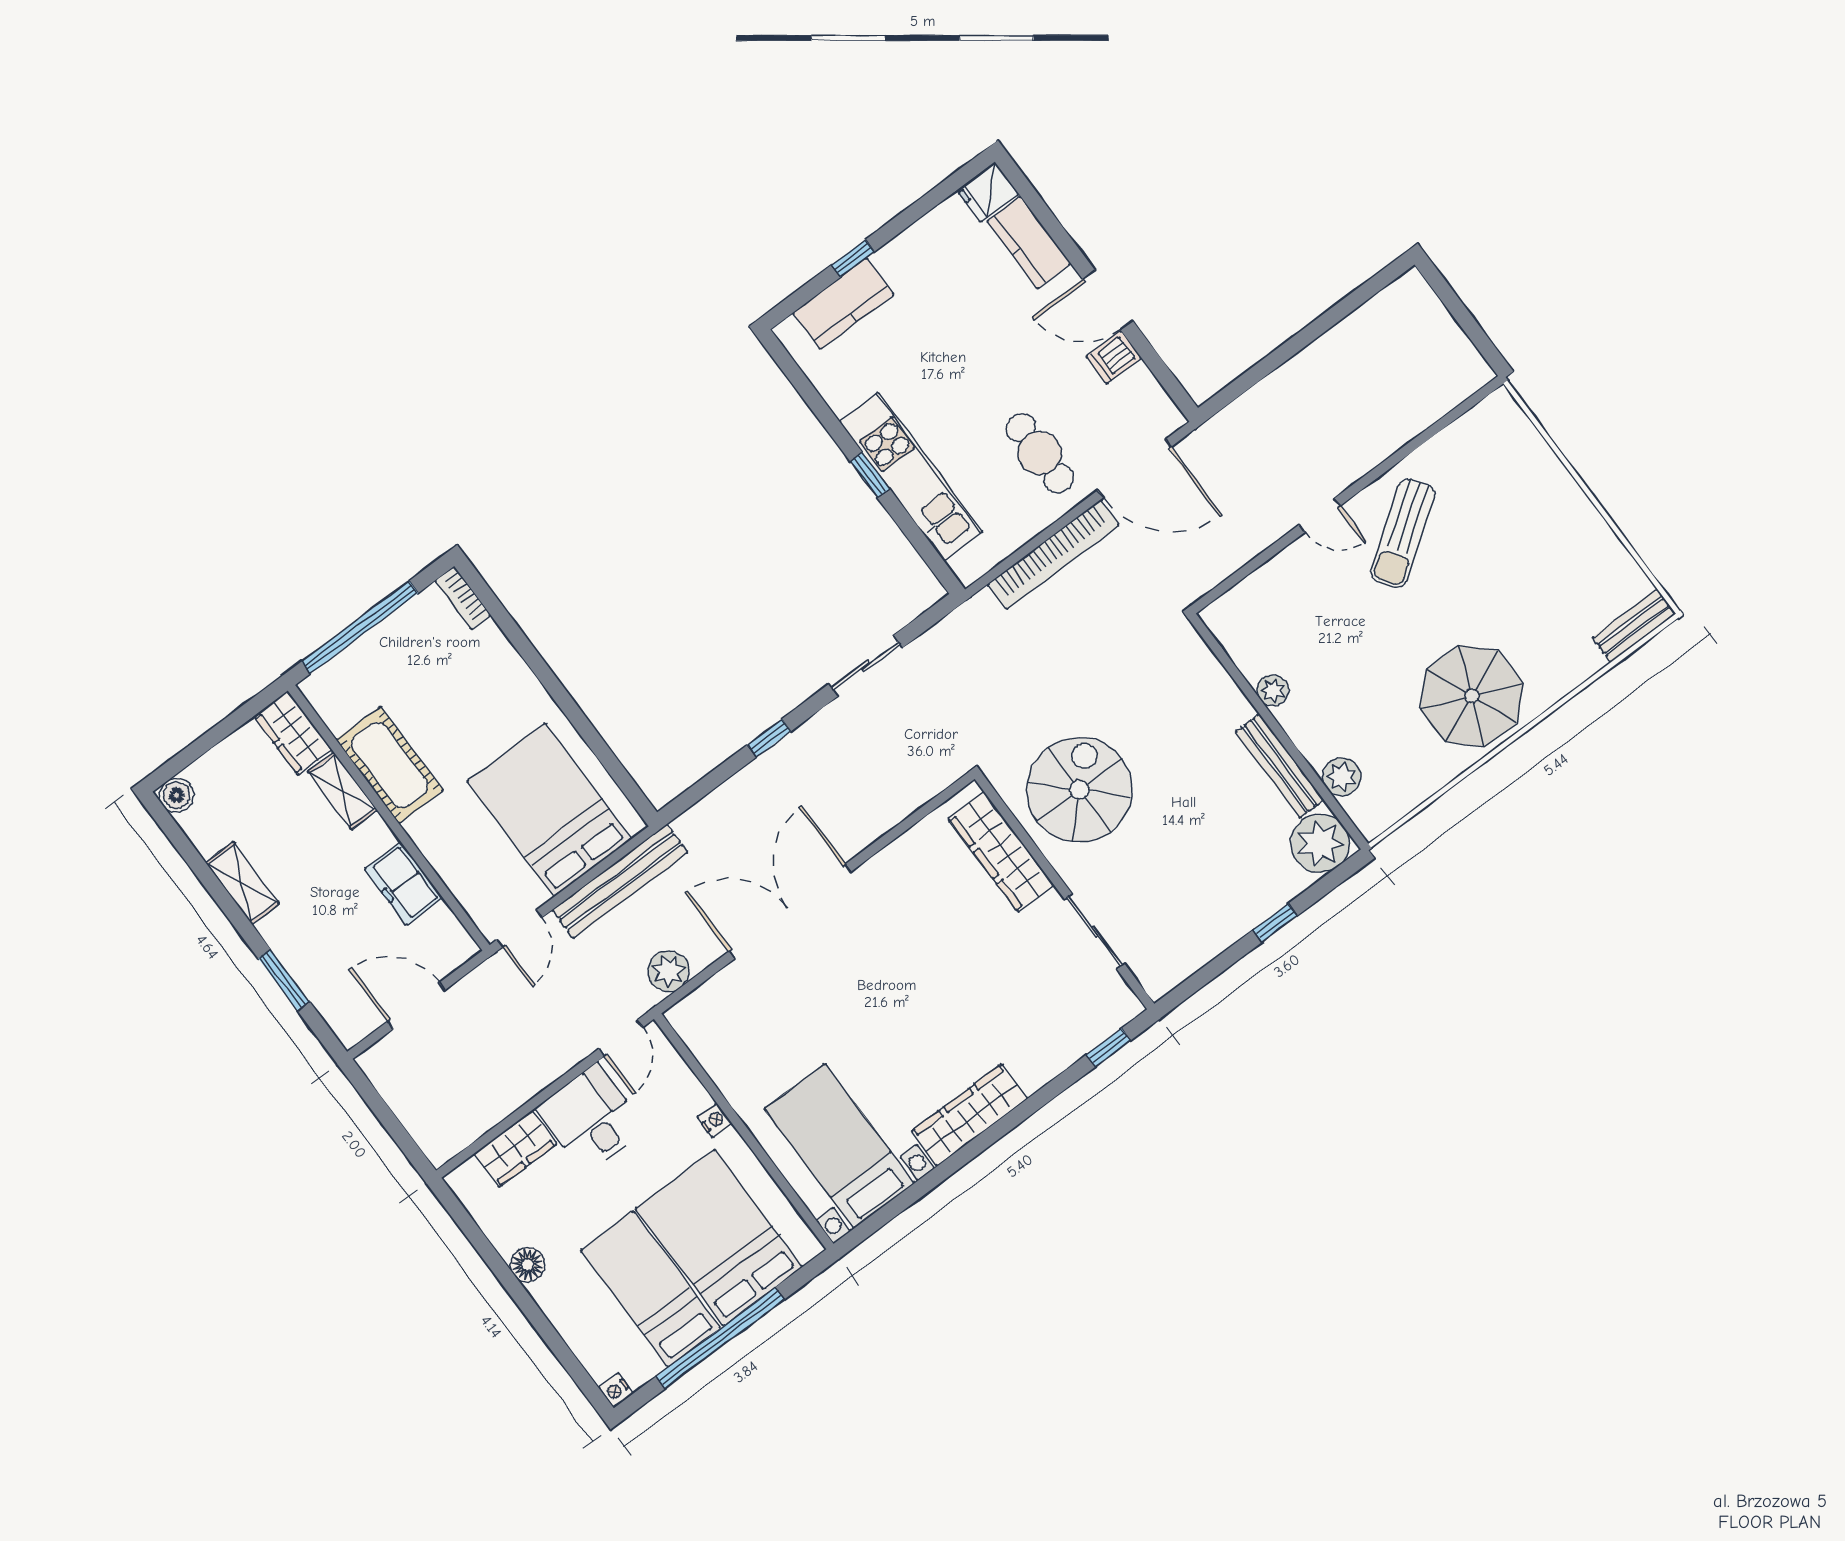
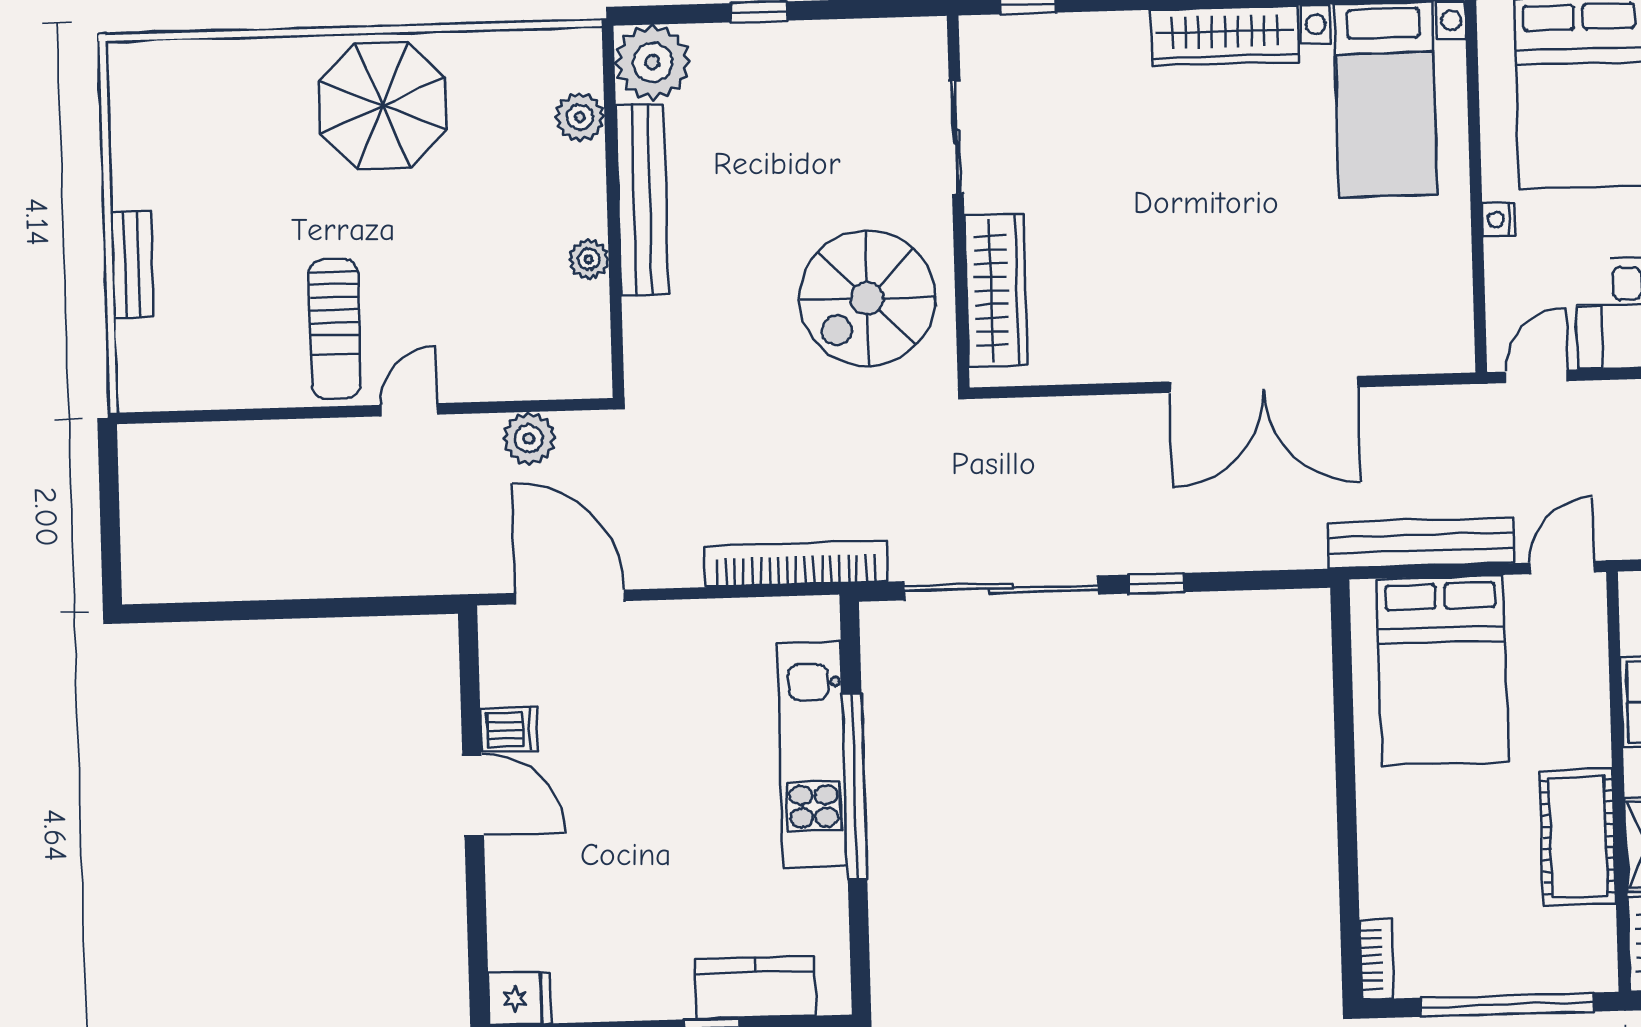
kitchen counter: (1029, 242) -> (513, 914), removed
cafe table: (1040, 453) -> (659, 684), removed
window: (870, 475) -> (855, 786), width x3.17
door: (1320, 515) -> (409, 410), hinge flipped
sun lounger: (1403, 533) -> (335, 329), turned 125
bookcase: (1054, 555) -> (796, 564), moved
bench: (1634, 626) -> (132, 264), moved, turned 90
sliding door: (866, 666) -> (1001, 588), width x1.86
bench: (1280, 766) -> (642, 200), width x1.37, depth x1.21
plant: (669, 971) -> (529, 438), moved

